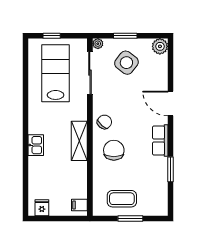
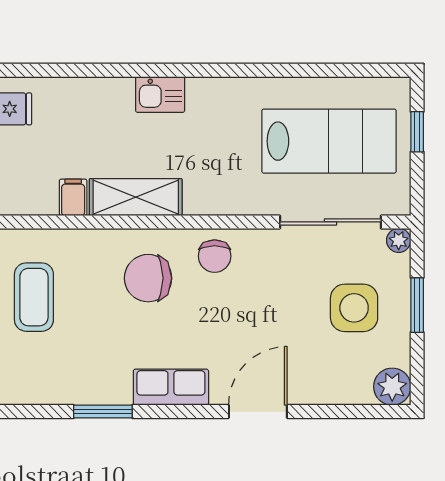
side table: (126, 63) -> (354, 308), turned -38
chair: (104, 122) -> (215, 256), turned 49
shelving: (79, 141) -> (136, 197), moved
chair: (114, 150) -> (148, 278), turned 180
filing cabinet: (79, 205) -> (73, 197), moved

